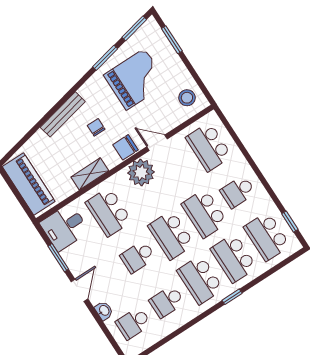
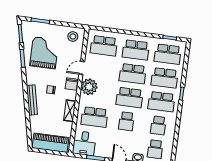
school desk: (238, 192) -> (136, 50), width x1.85

